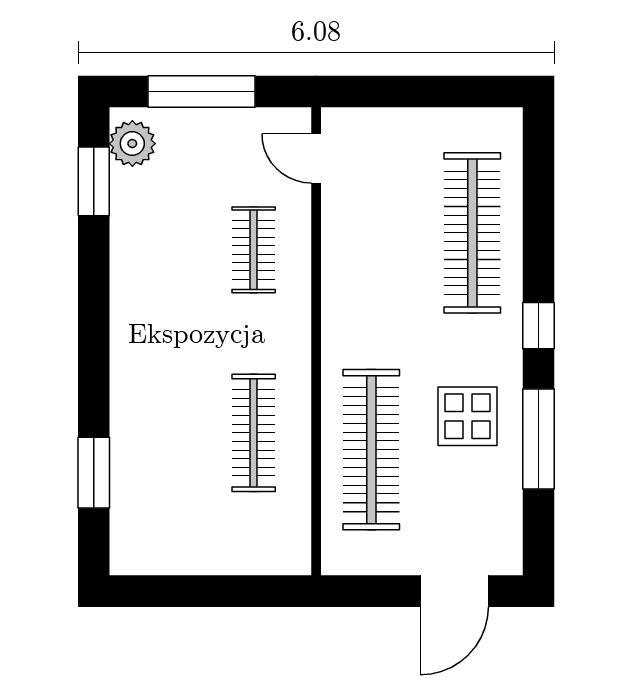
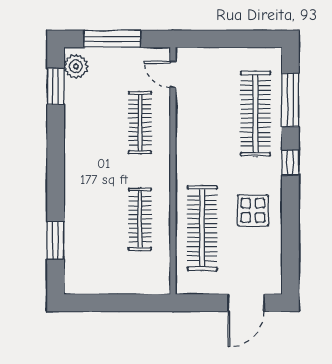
clothes rail: (254, 250) -> (140, 123), width x1.36
window: (538, 439) -> (290, 100), moved

